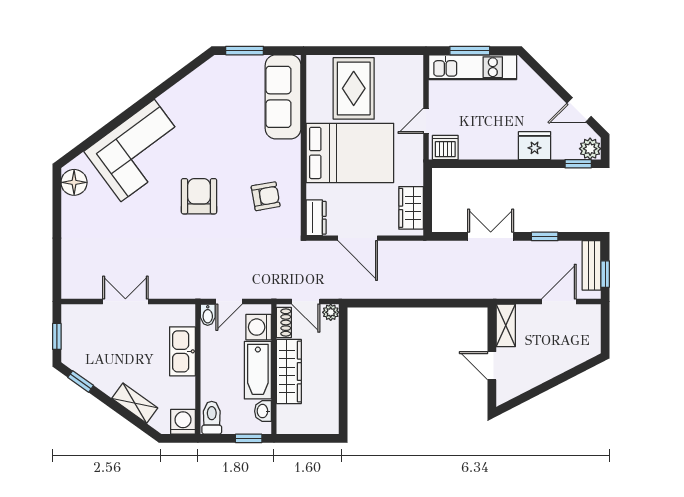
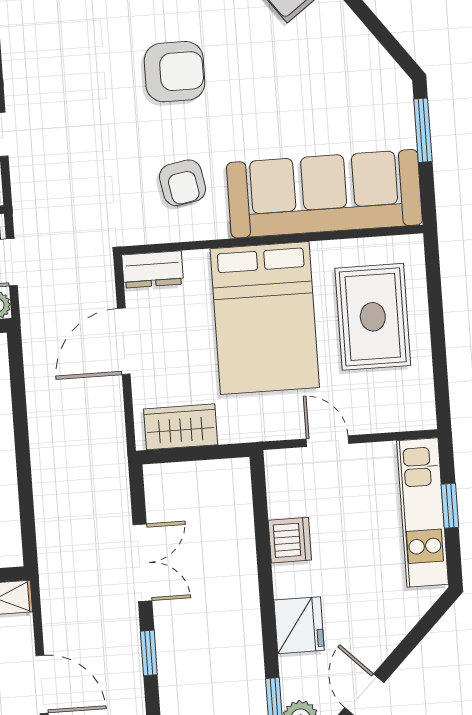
window: (470, 51) -> (450, 506), width x0.67
rug: (354, 88) -> (373, 317), turned 90
sofa: (283, 97) -> (324, 194), width x1.36, depth x1.27
dishwasher: (445, 147) -> (290, 540), moved

